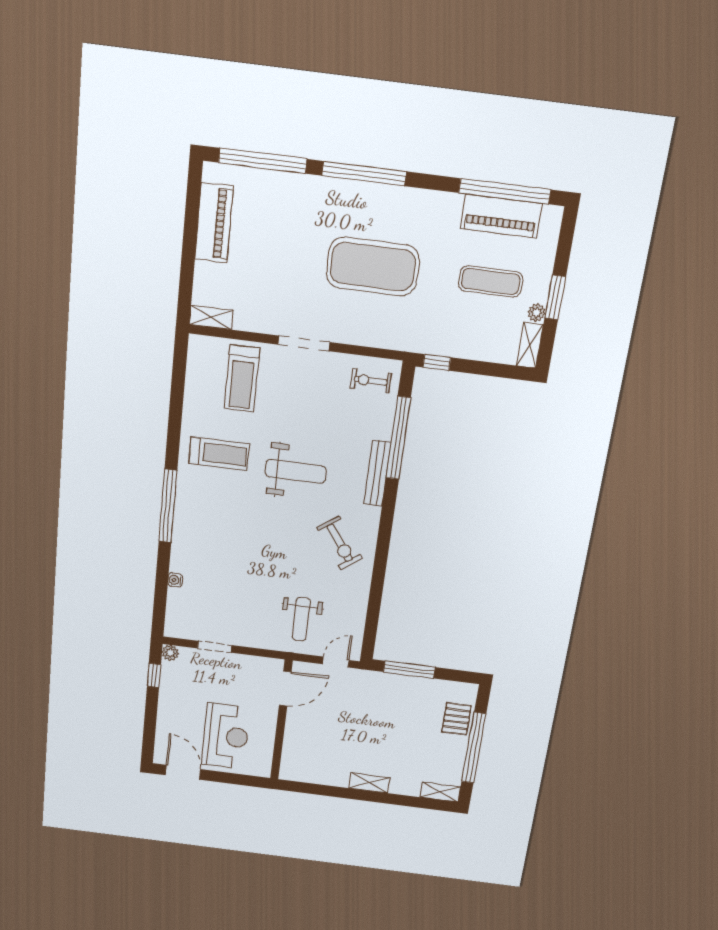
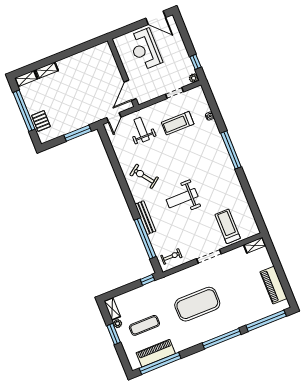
treadmill: (219, 454) -> (178, 123), moved
shelving: (369, 783) -> (47, 70), moved

